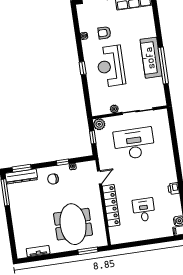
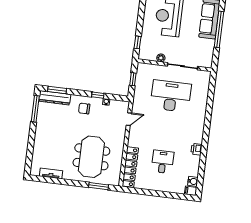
window: (83, 68) -> (137, 42), moved
plant: (99, 124) -> (143, 69), removed
locker: (111, 206) -> (130, 167), moved

